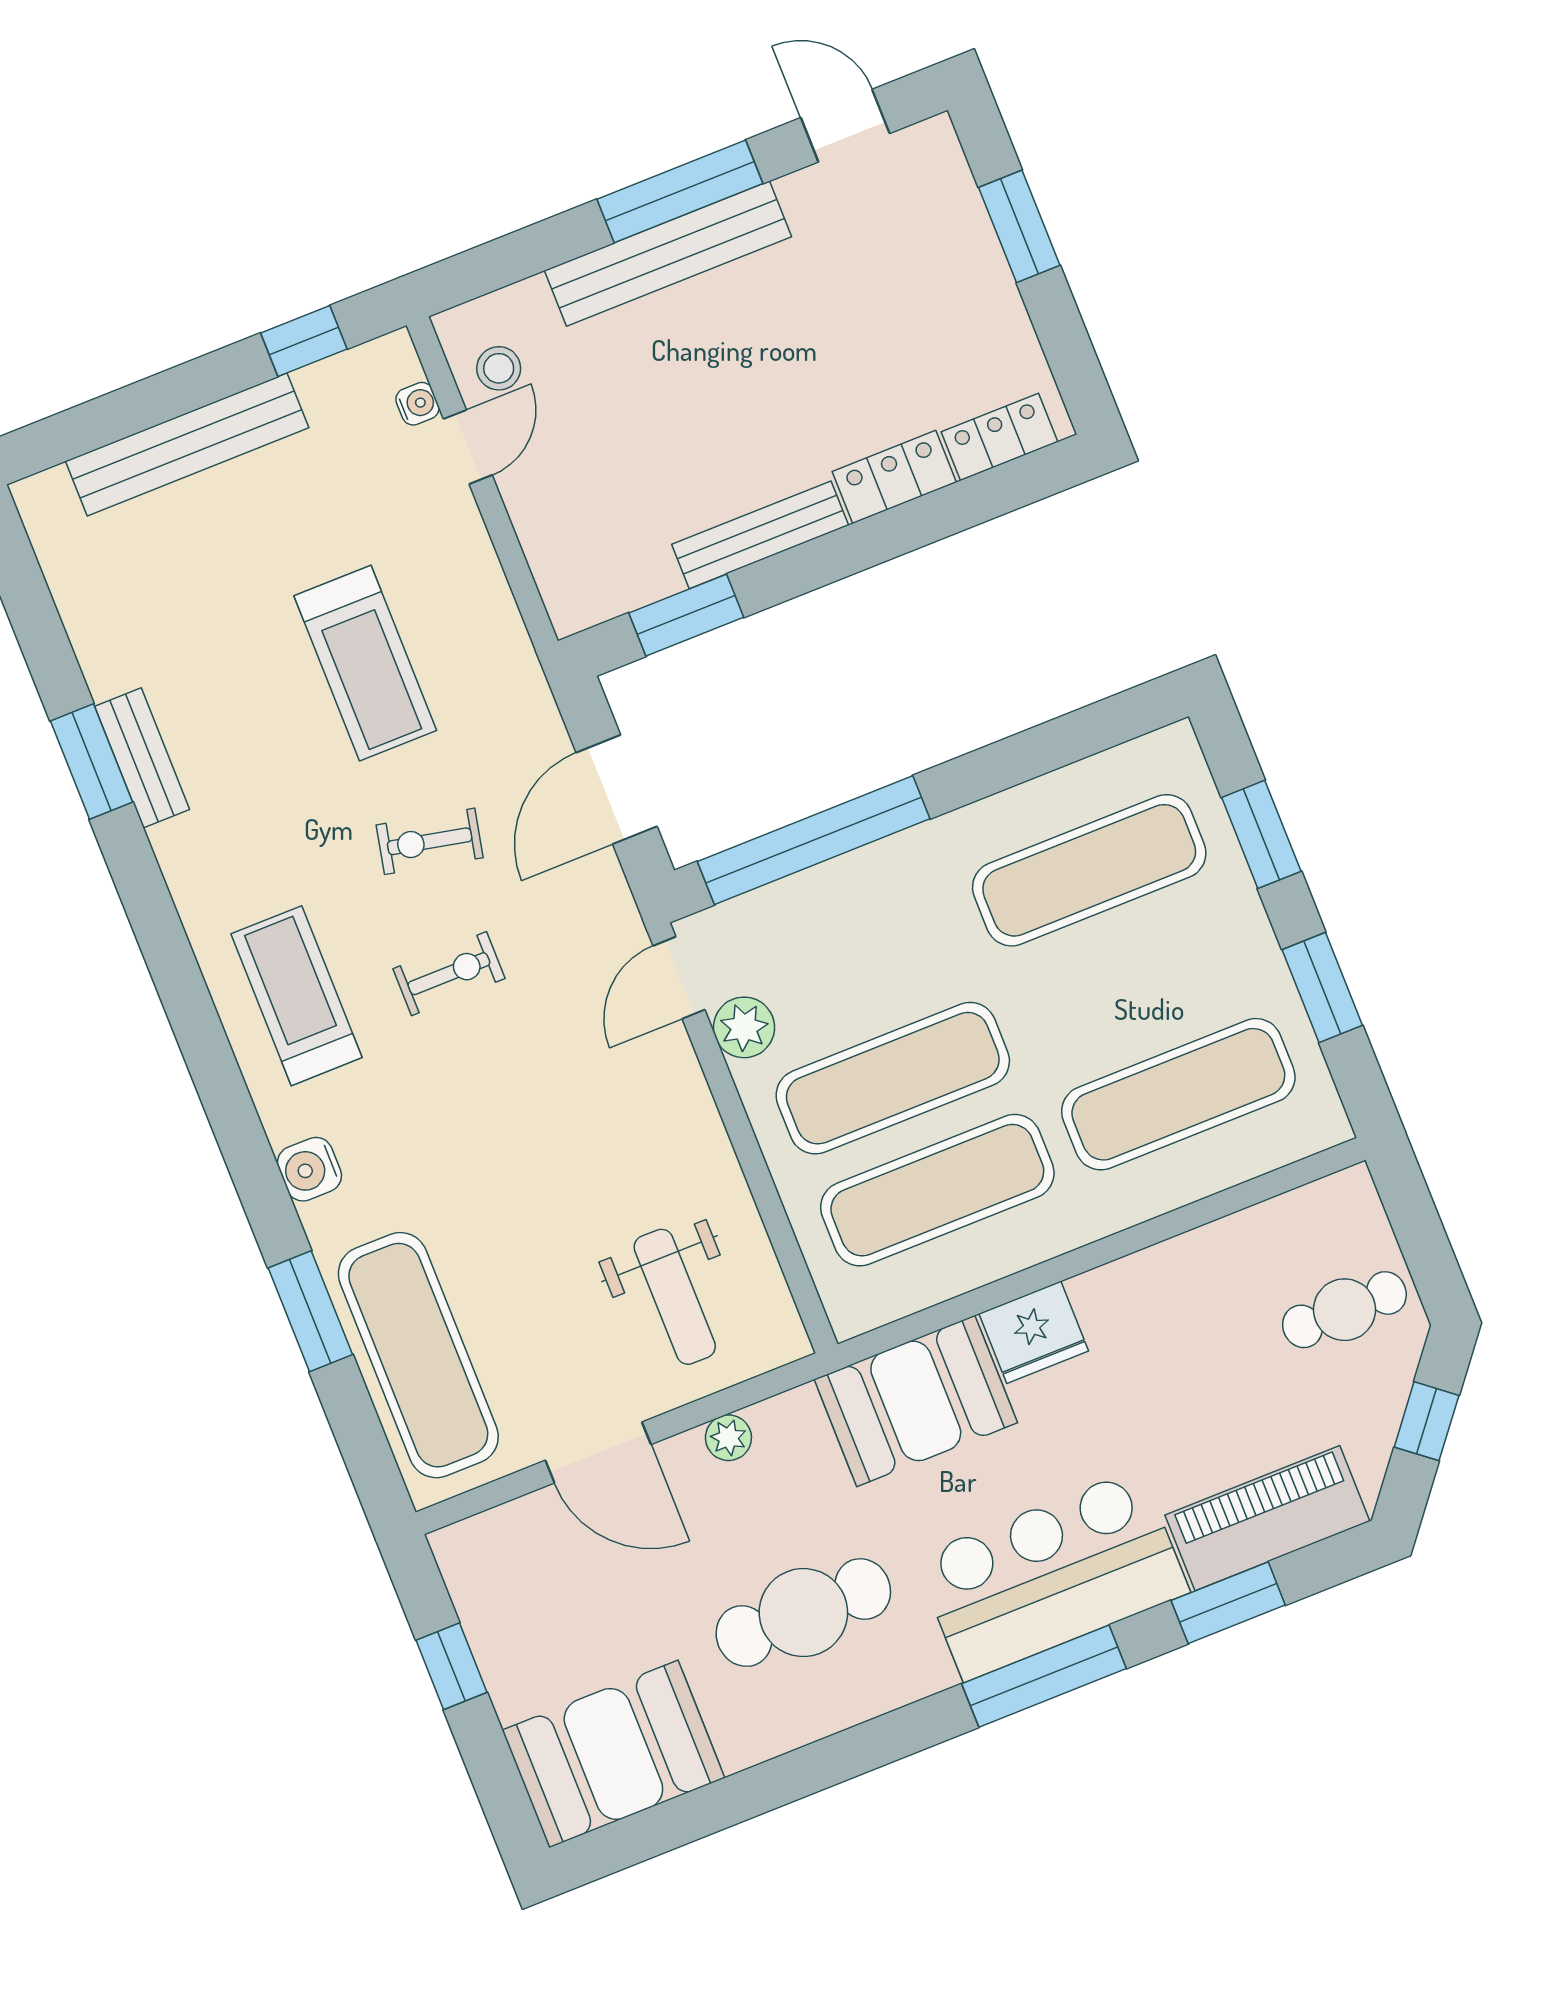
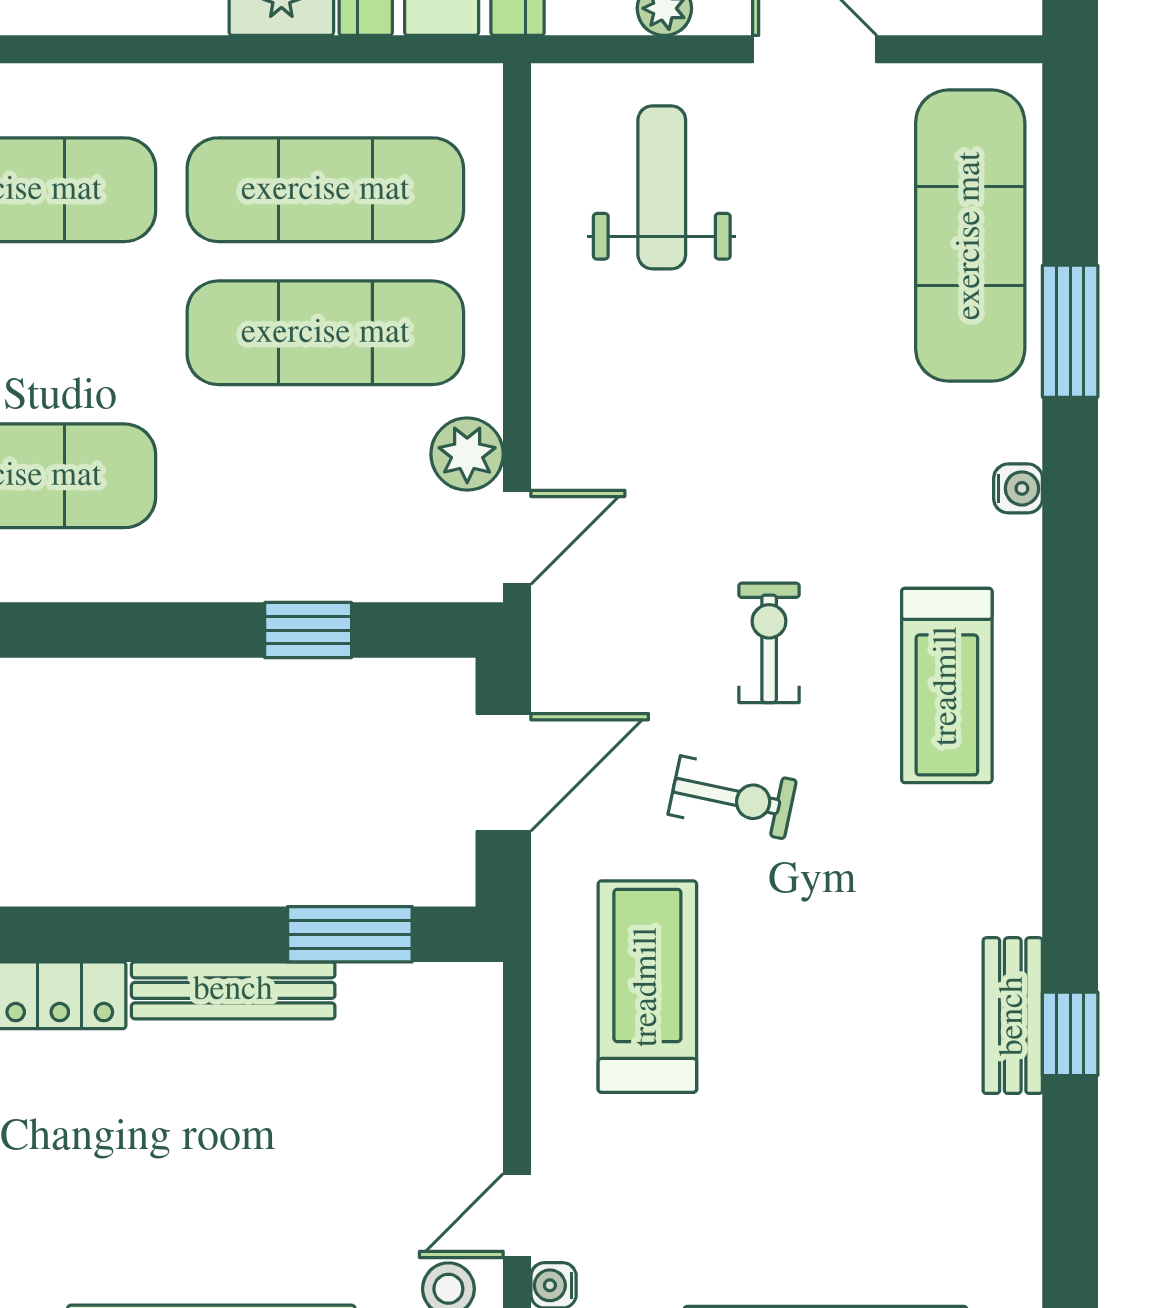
treadmill: (365, 663) -> (647, 987), moved
window: (91, 761) -> (1070, 1034), width x0.67
window: (814, 840) -> (308, 630), width x0.32
exercise bike: (449, 974) -> (769, 643), turned 90
water cooler: (309, 1169) -> (1018, 488), width x0.72, depth x0.72

